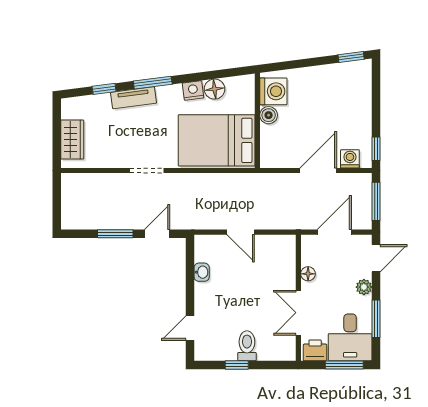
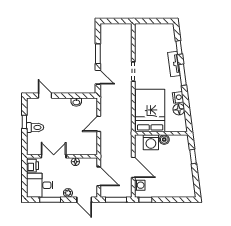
window: (351, 57) -> (193, 156), moved
washing machine: (273, 91) -> (151, 142), moved
wardrobe: (72, 140) -> (151, 30), removed
window: (344, 365) -> (24, 182), removed

